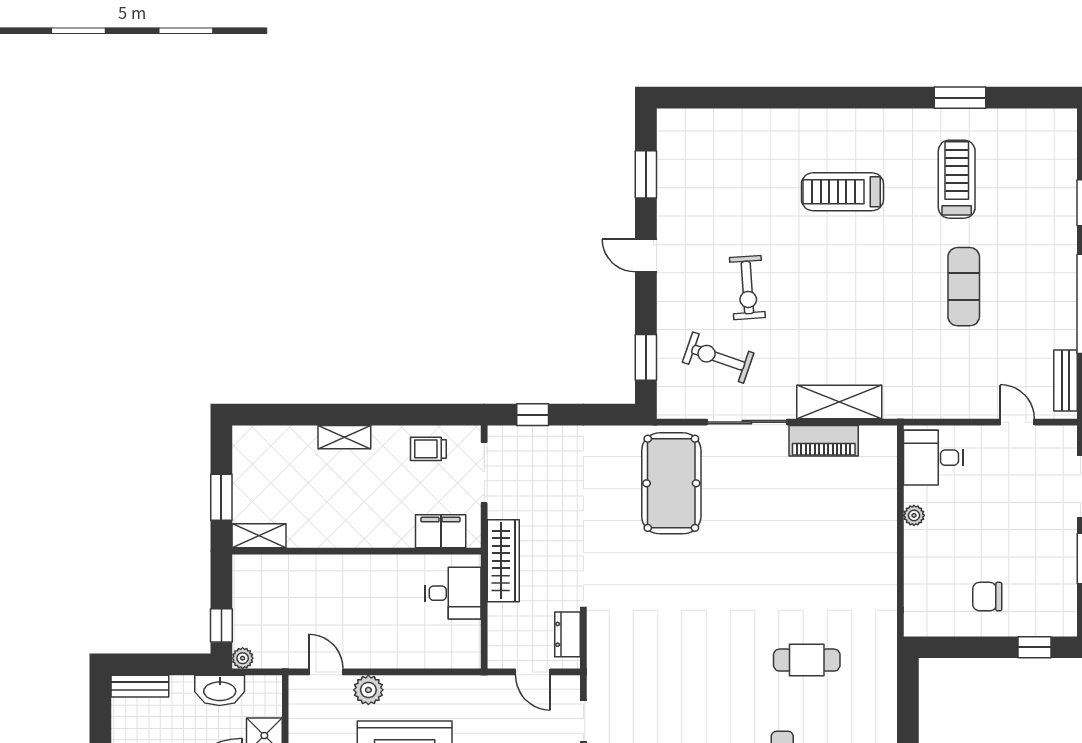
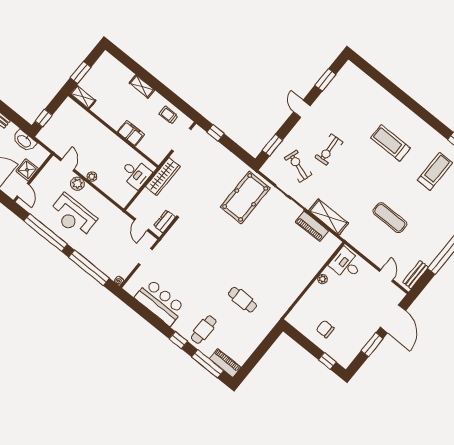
exercise mat: (964, 287) -> (390, 218), moved, turned 90
filing cabinet: (441, 531) -> (131, 133), moved
plant: (243, 658) -> (92, 177), moved

